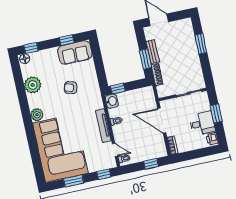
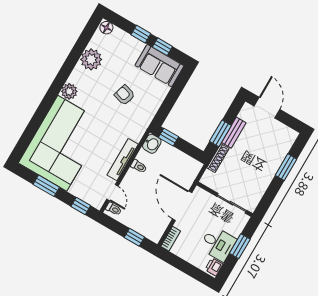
window: (31, 48) -> (141, 34), moved

